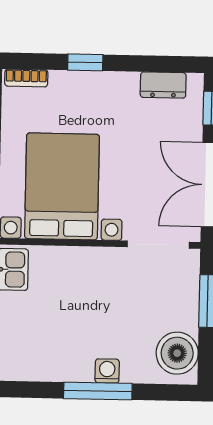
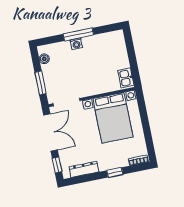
dresser: (163, 85) -> (84, 169), width x1.44
boiler: (177, 353) -> (44, 59), width x0.54, depth x0.54

